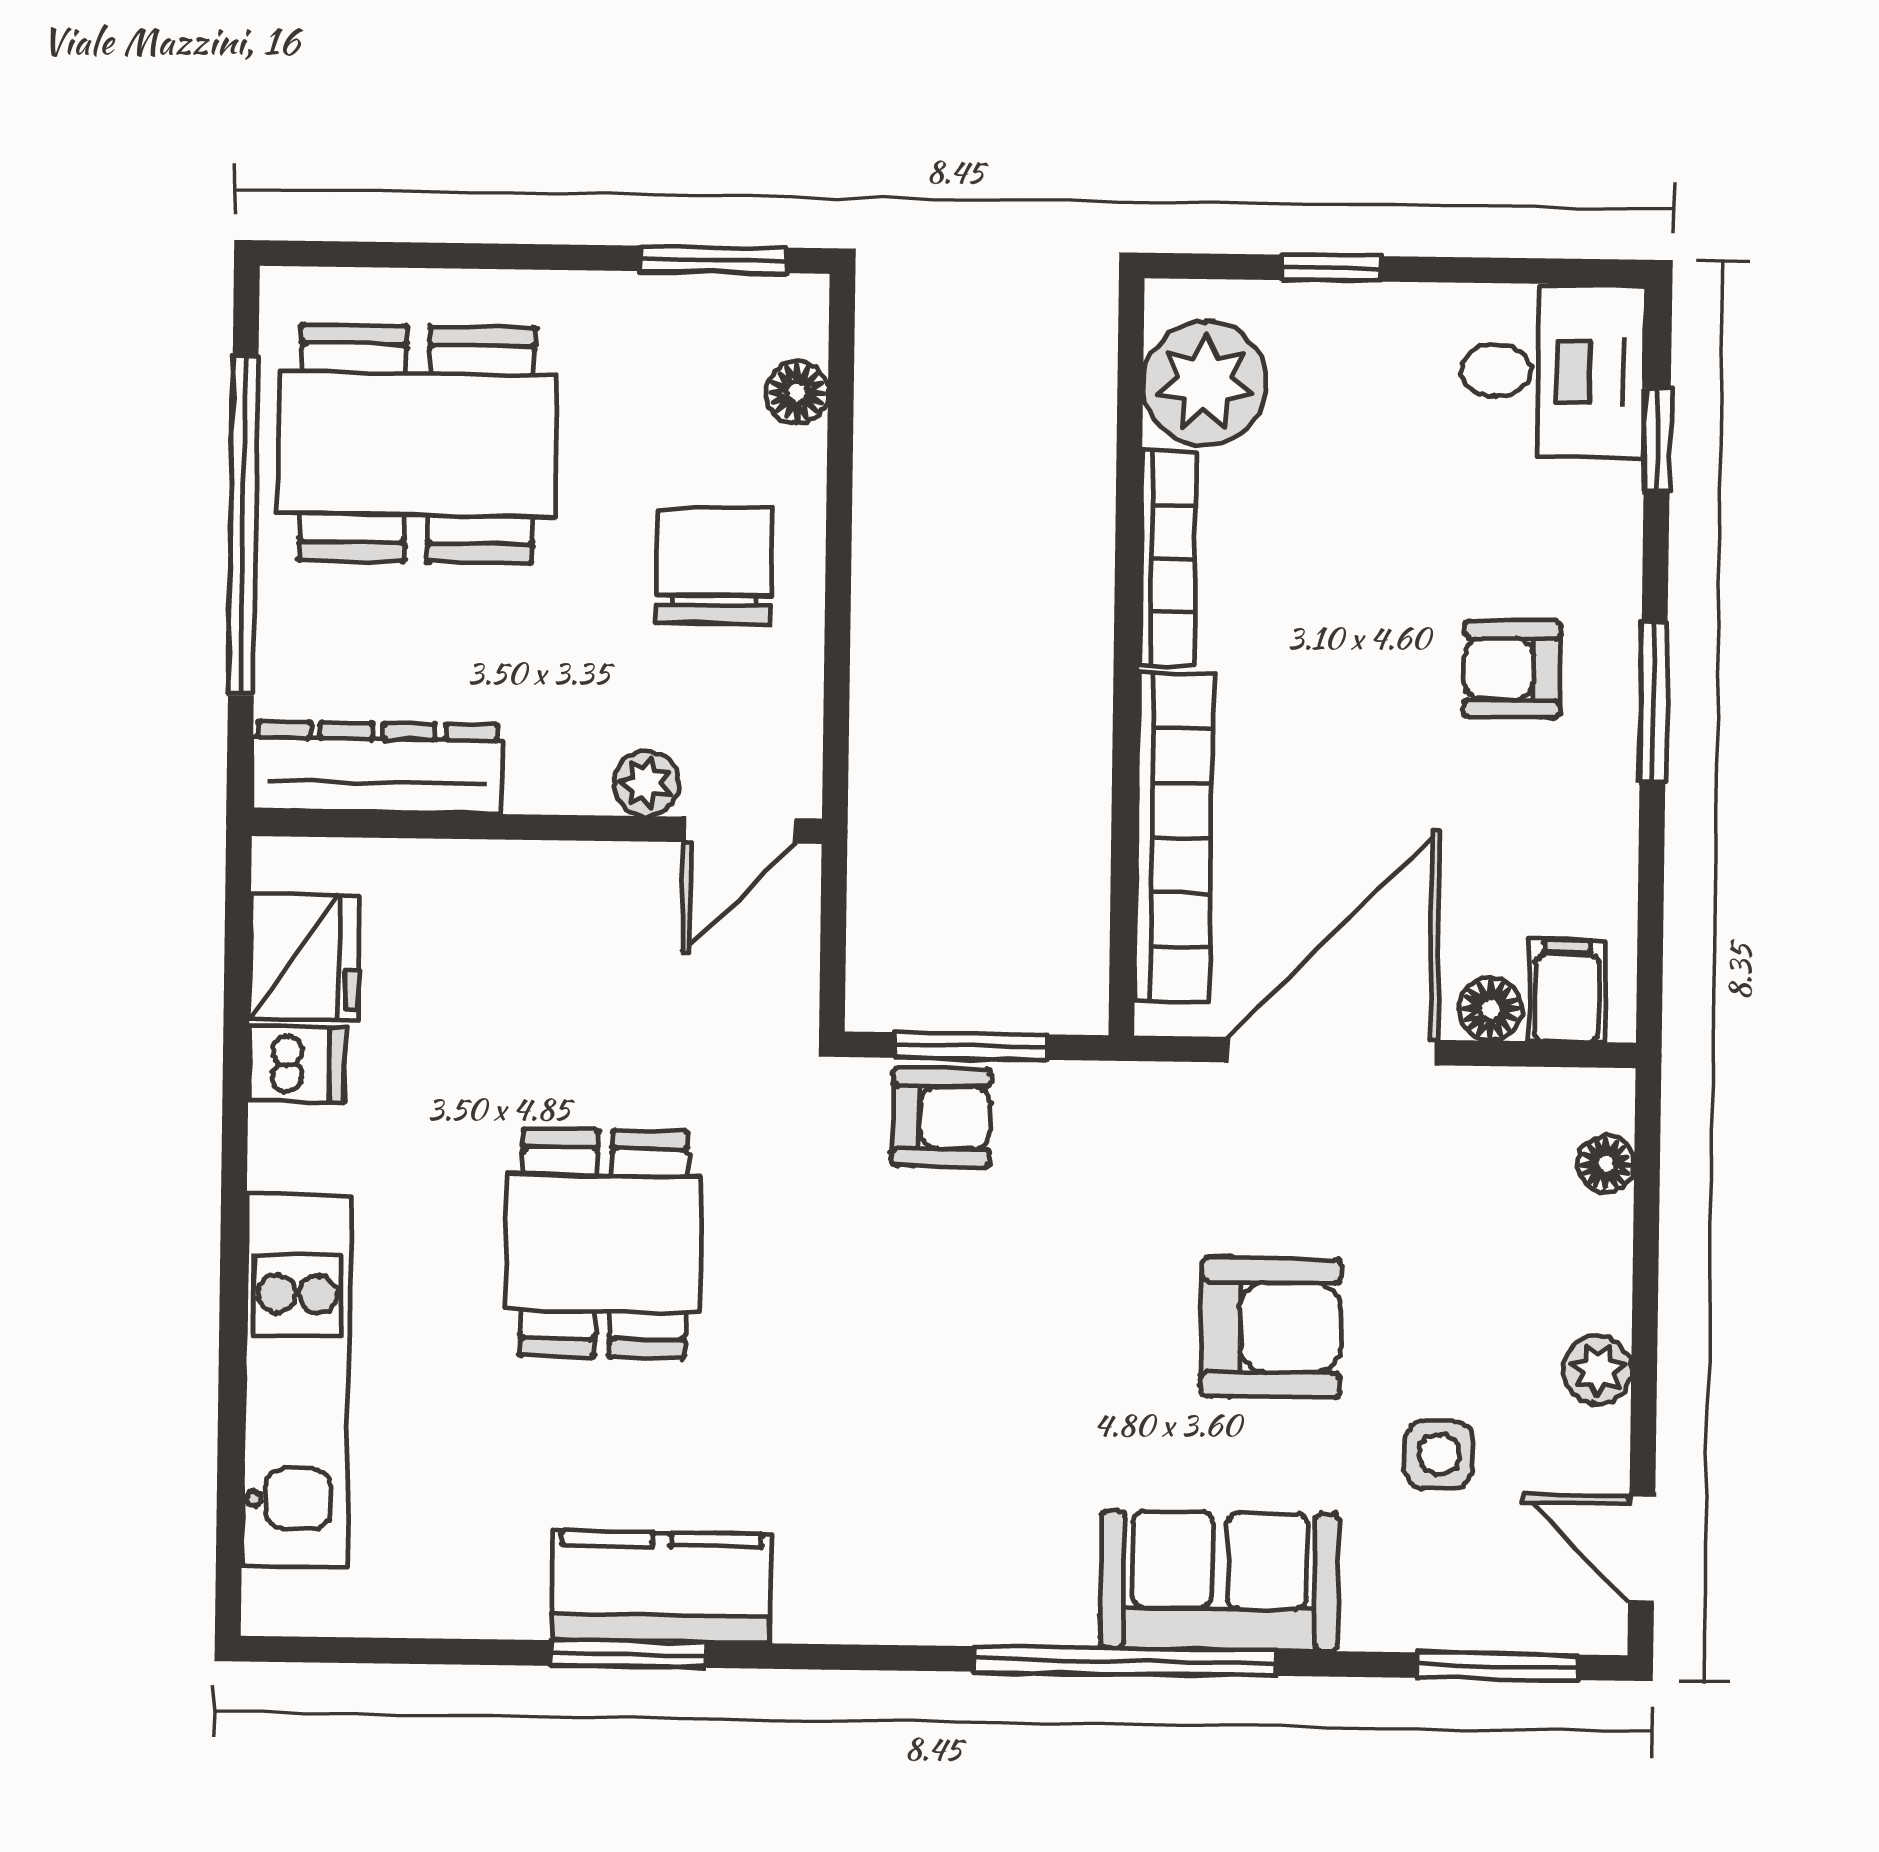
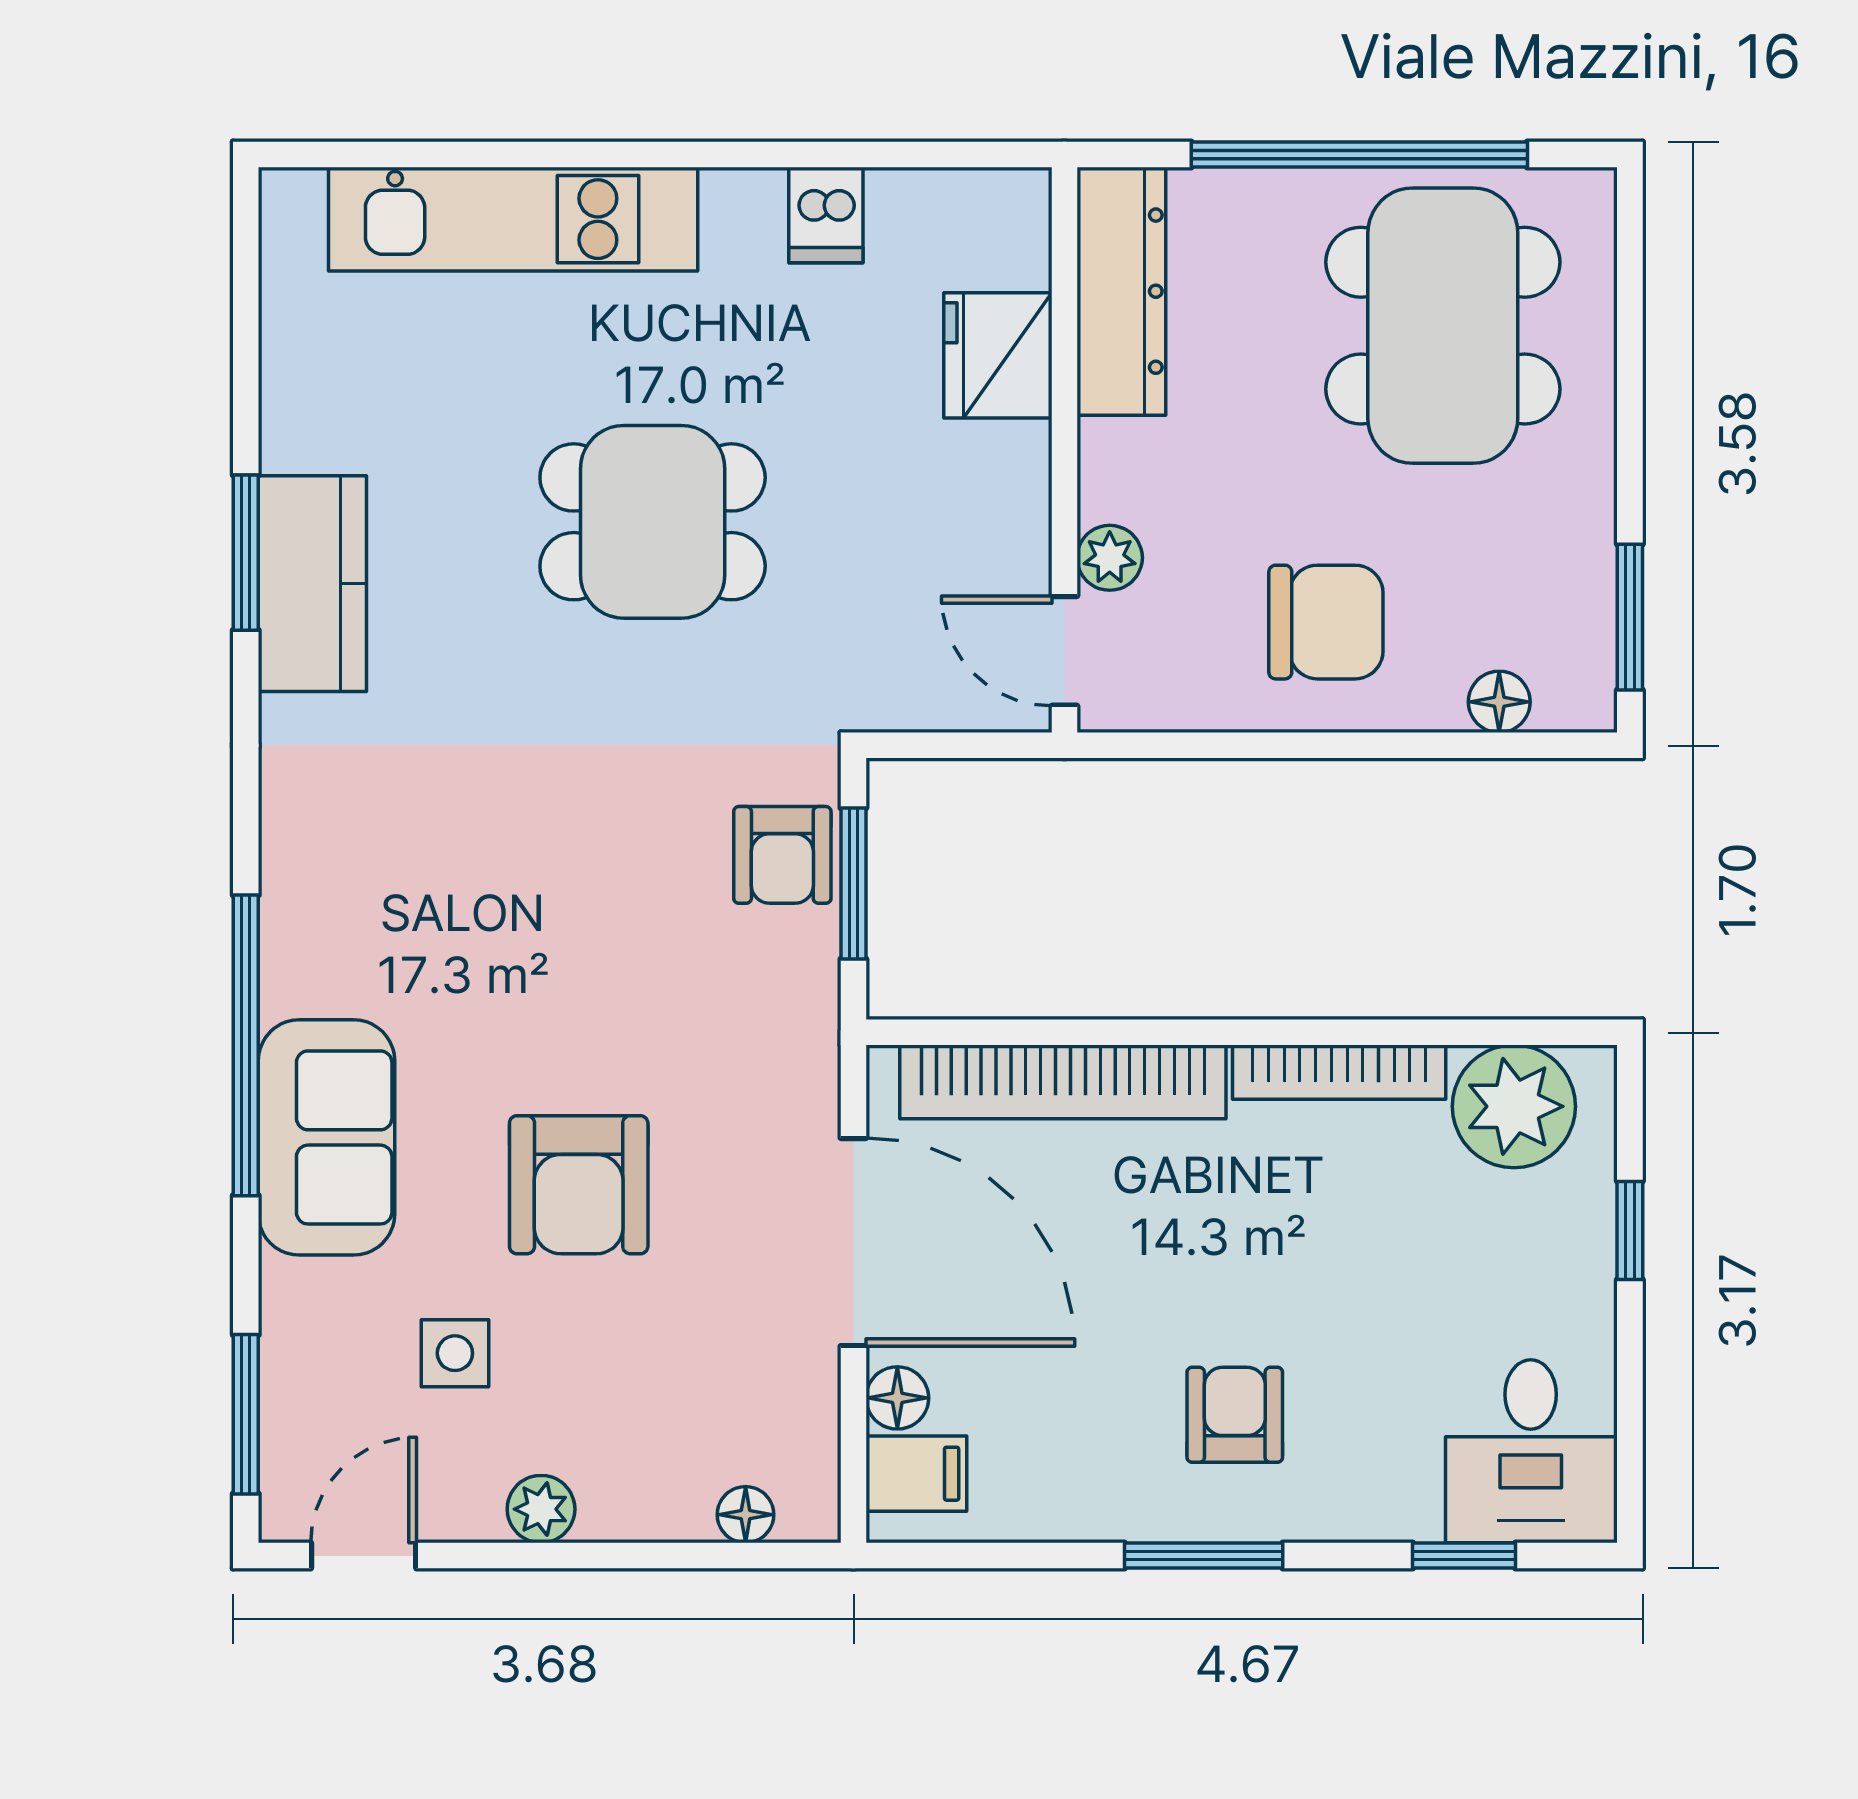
fridge: (304, 957) -> (998, 355), moved, turned 90

